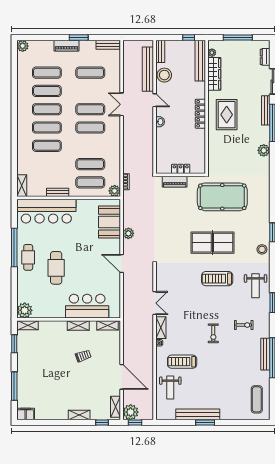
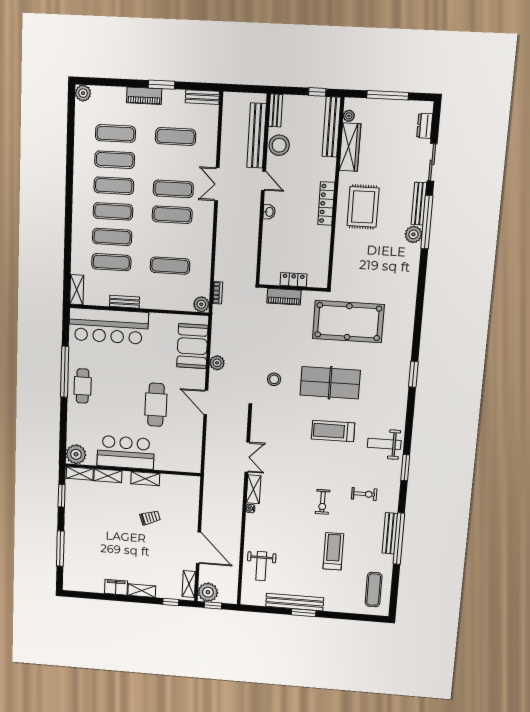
plant: (264, 150) -> (413, 234), moved
exercise mat: (90, 182) -> (111, 262), moved
stool: (262, 249) -> (274, 379), moved
cafe table: (56, 268) -> (156, 405), moved
weight bench: (256, 286) -> (384, 444), turned 90
bar counter: (87, 306) -> (126, 452), moved
shelving: (107, 325) -> (108, 476), moved
treadmill: (182, 362) -> (333, 551), moved, turned 90
filing cabinet: (26, 414) -> (116, 587), moved

